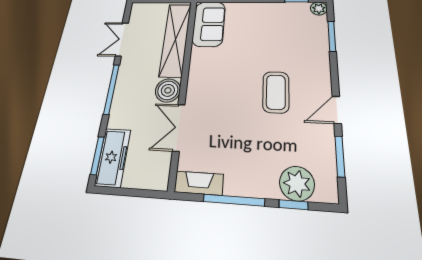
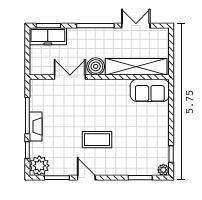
fireplace: (199, 183) -> (36, 127), moved
plant: (297, 184) -> (39, 166), moved

